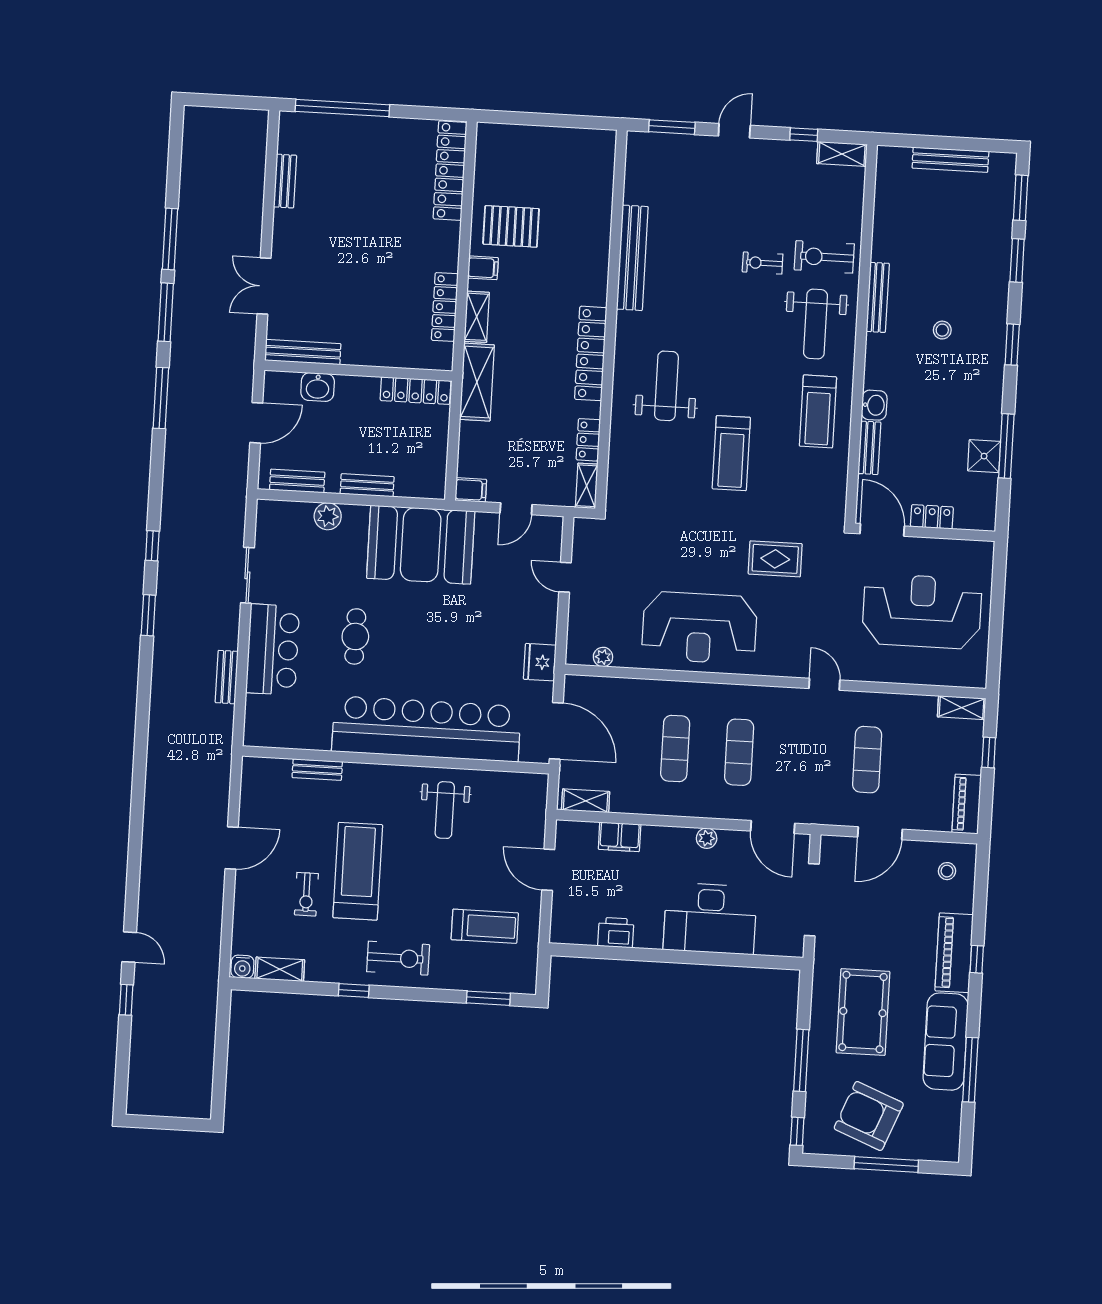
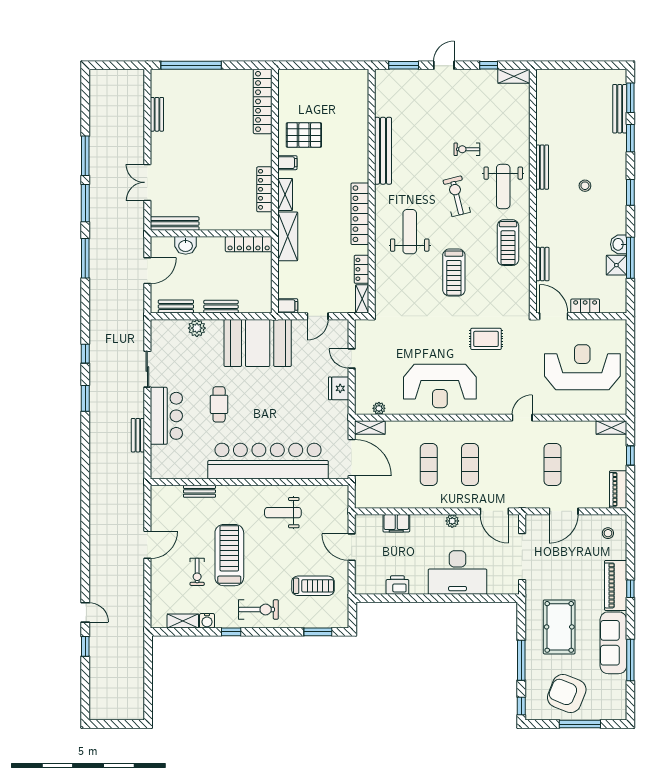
bench: (950, 160) -> (620, 109), moved, turned 90
exercise bike: (824, 257) -> (457, 196), moved, turned 76
washbasin: (874, 405) -> (619, 244), moved, turned 180
fridge: (540, 662) -> (339, 388), moved
door: (824, 684) -> (522, 418), hinge flipped
shelving: (586, 801) -> (370, 428), moved
weight bench: (445, 810) -> (283, 513), turned 90
water cooler: (242, 967) -> (207, 621), moved

